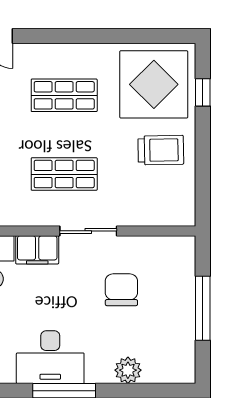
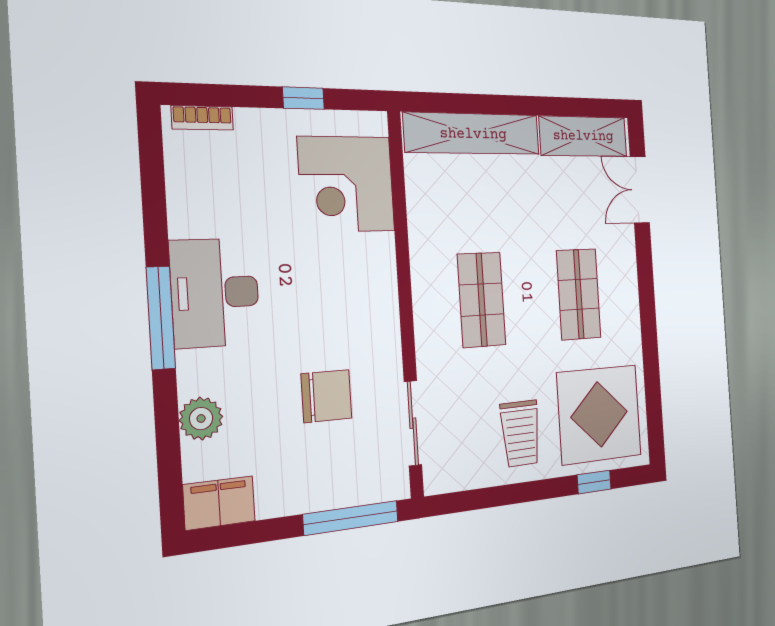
sliding door: (88, 231) -> (413, 423), moved
filing cabinet: (37, 250) -> (219, 503), moved, turned 90
window: (203, 308) -> (351, 518), moved

